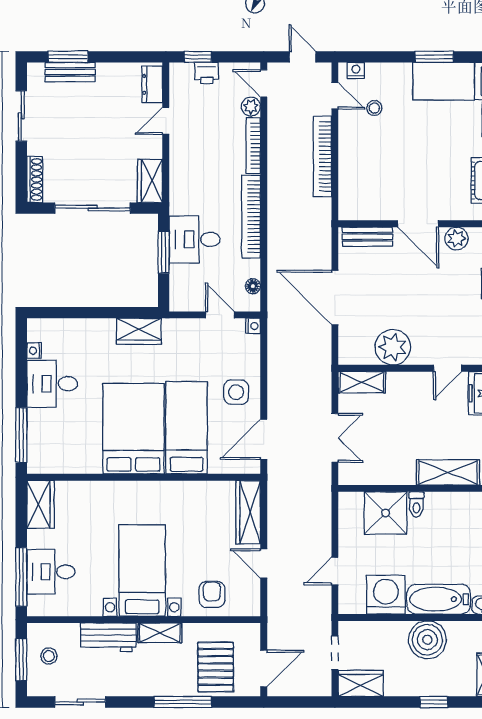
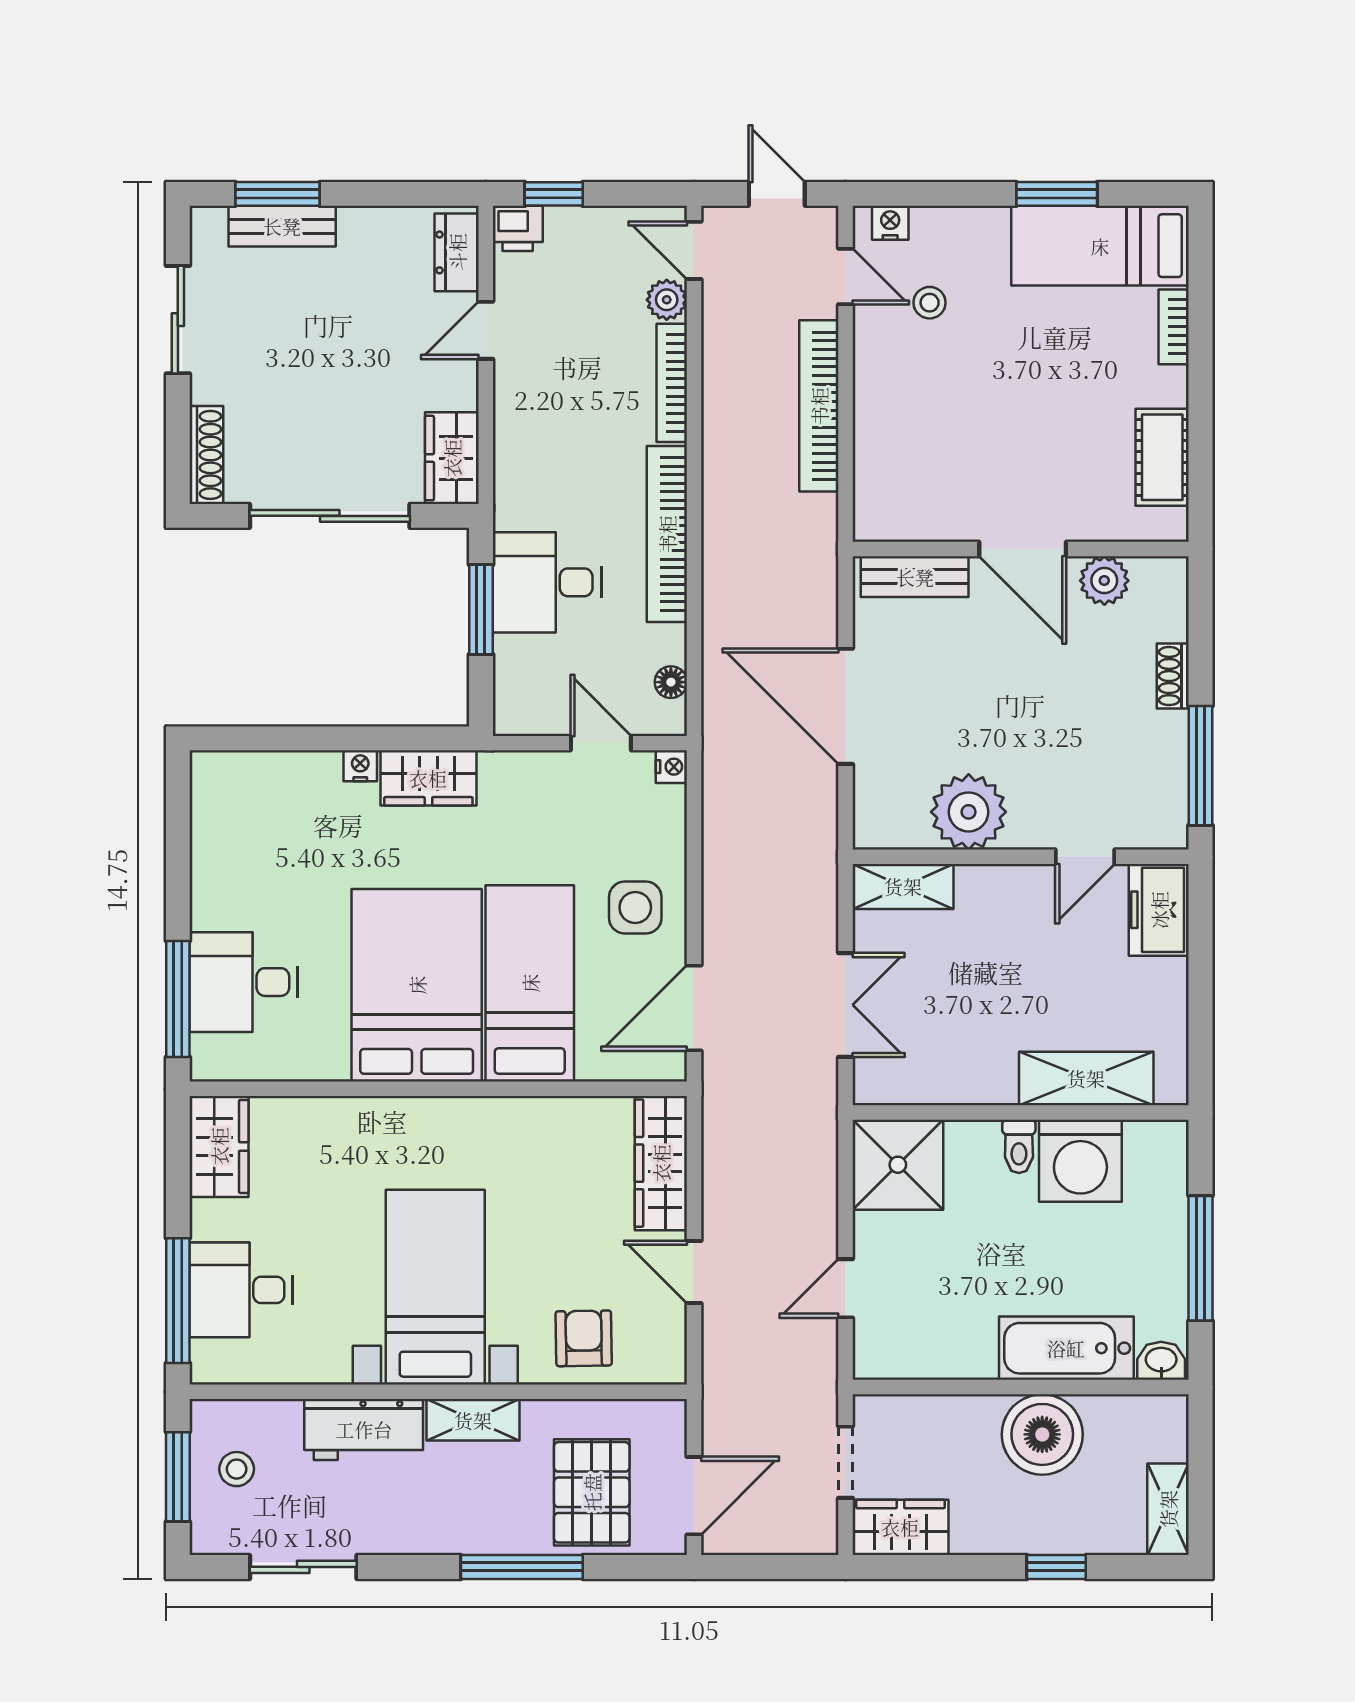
printer: (207, 73) -> (518, 228), moved
nightstand: (34, 351) -> (360, 766), moved, turned 90
desk: (52, 384) -> (244, 982), moved
shower: (386, 513) -> (898, 1165), moved
washing machine: (386, 595) -> (1080, 1161), moved, turned 180

